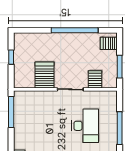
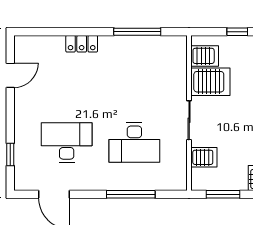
server rack: (27, 79) -> (205, 56), added
window: (11, 112) -> (137, 32), moved

